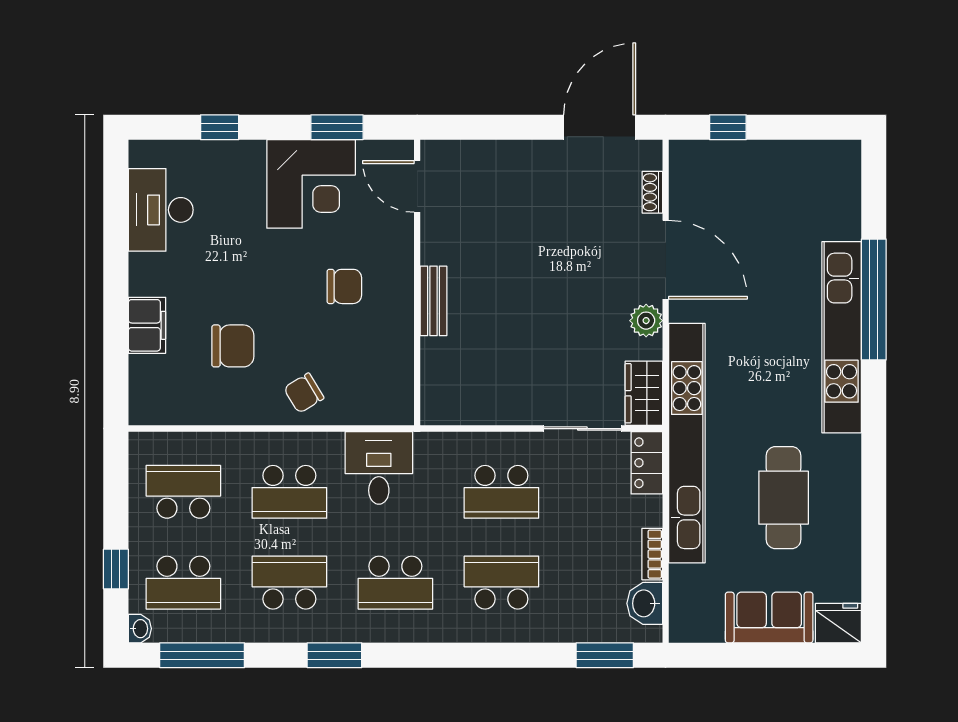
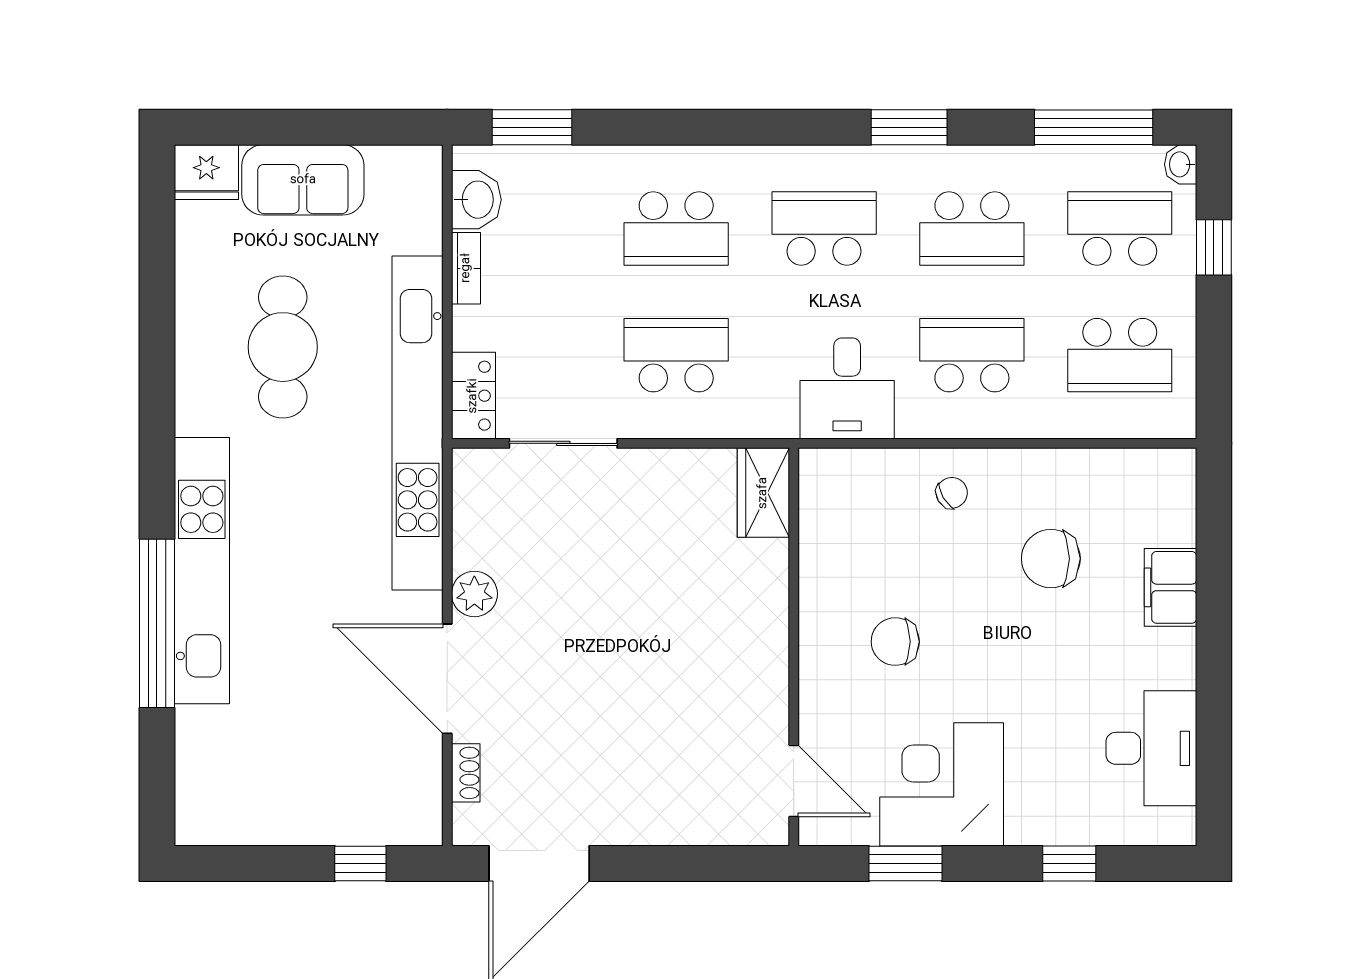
bench: (434, 301) -> (771, 621), removed
chair: (304, 393) -> (952, 493), width x0.73, depth x0.73
wardrobe: (644, 393) -> (763, 493), moved, turned 180

